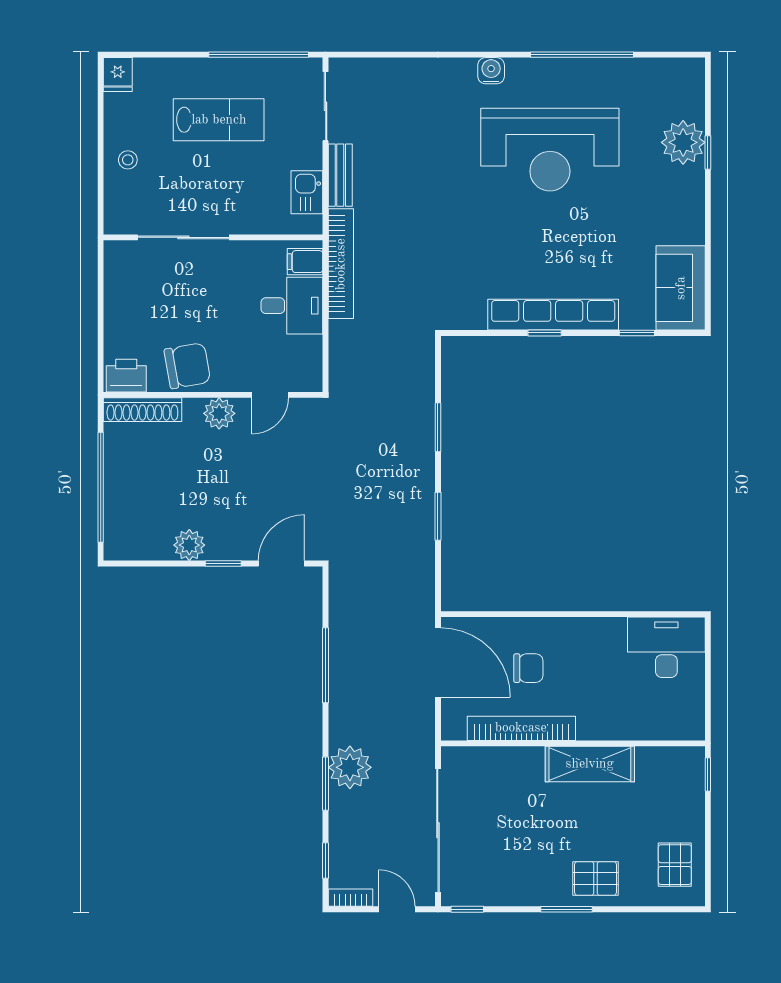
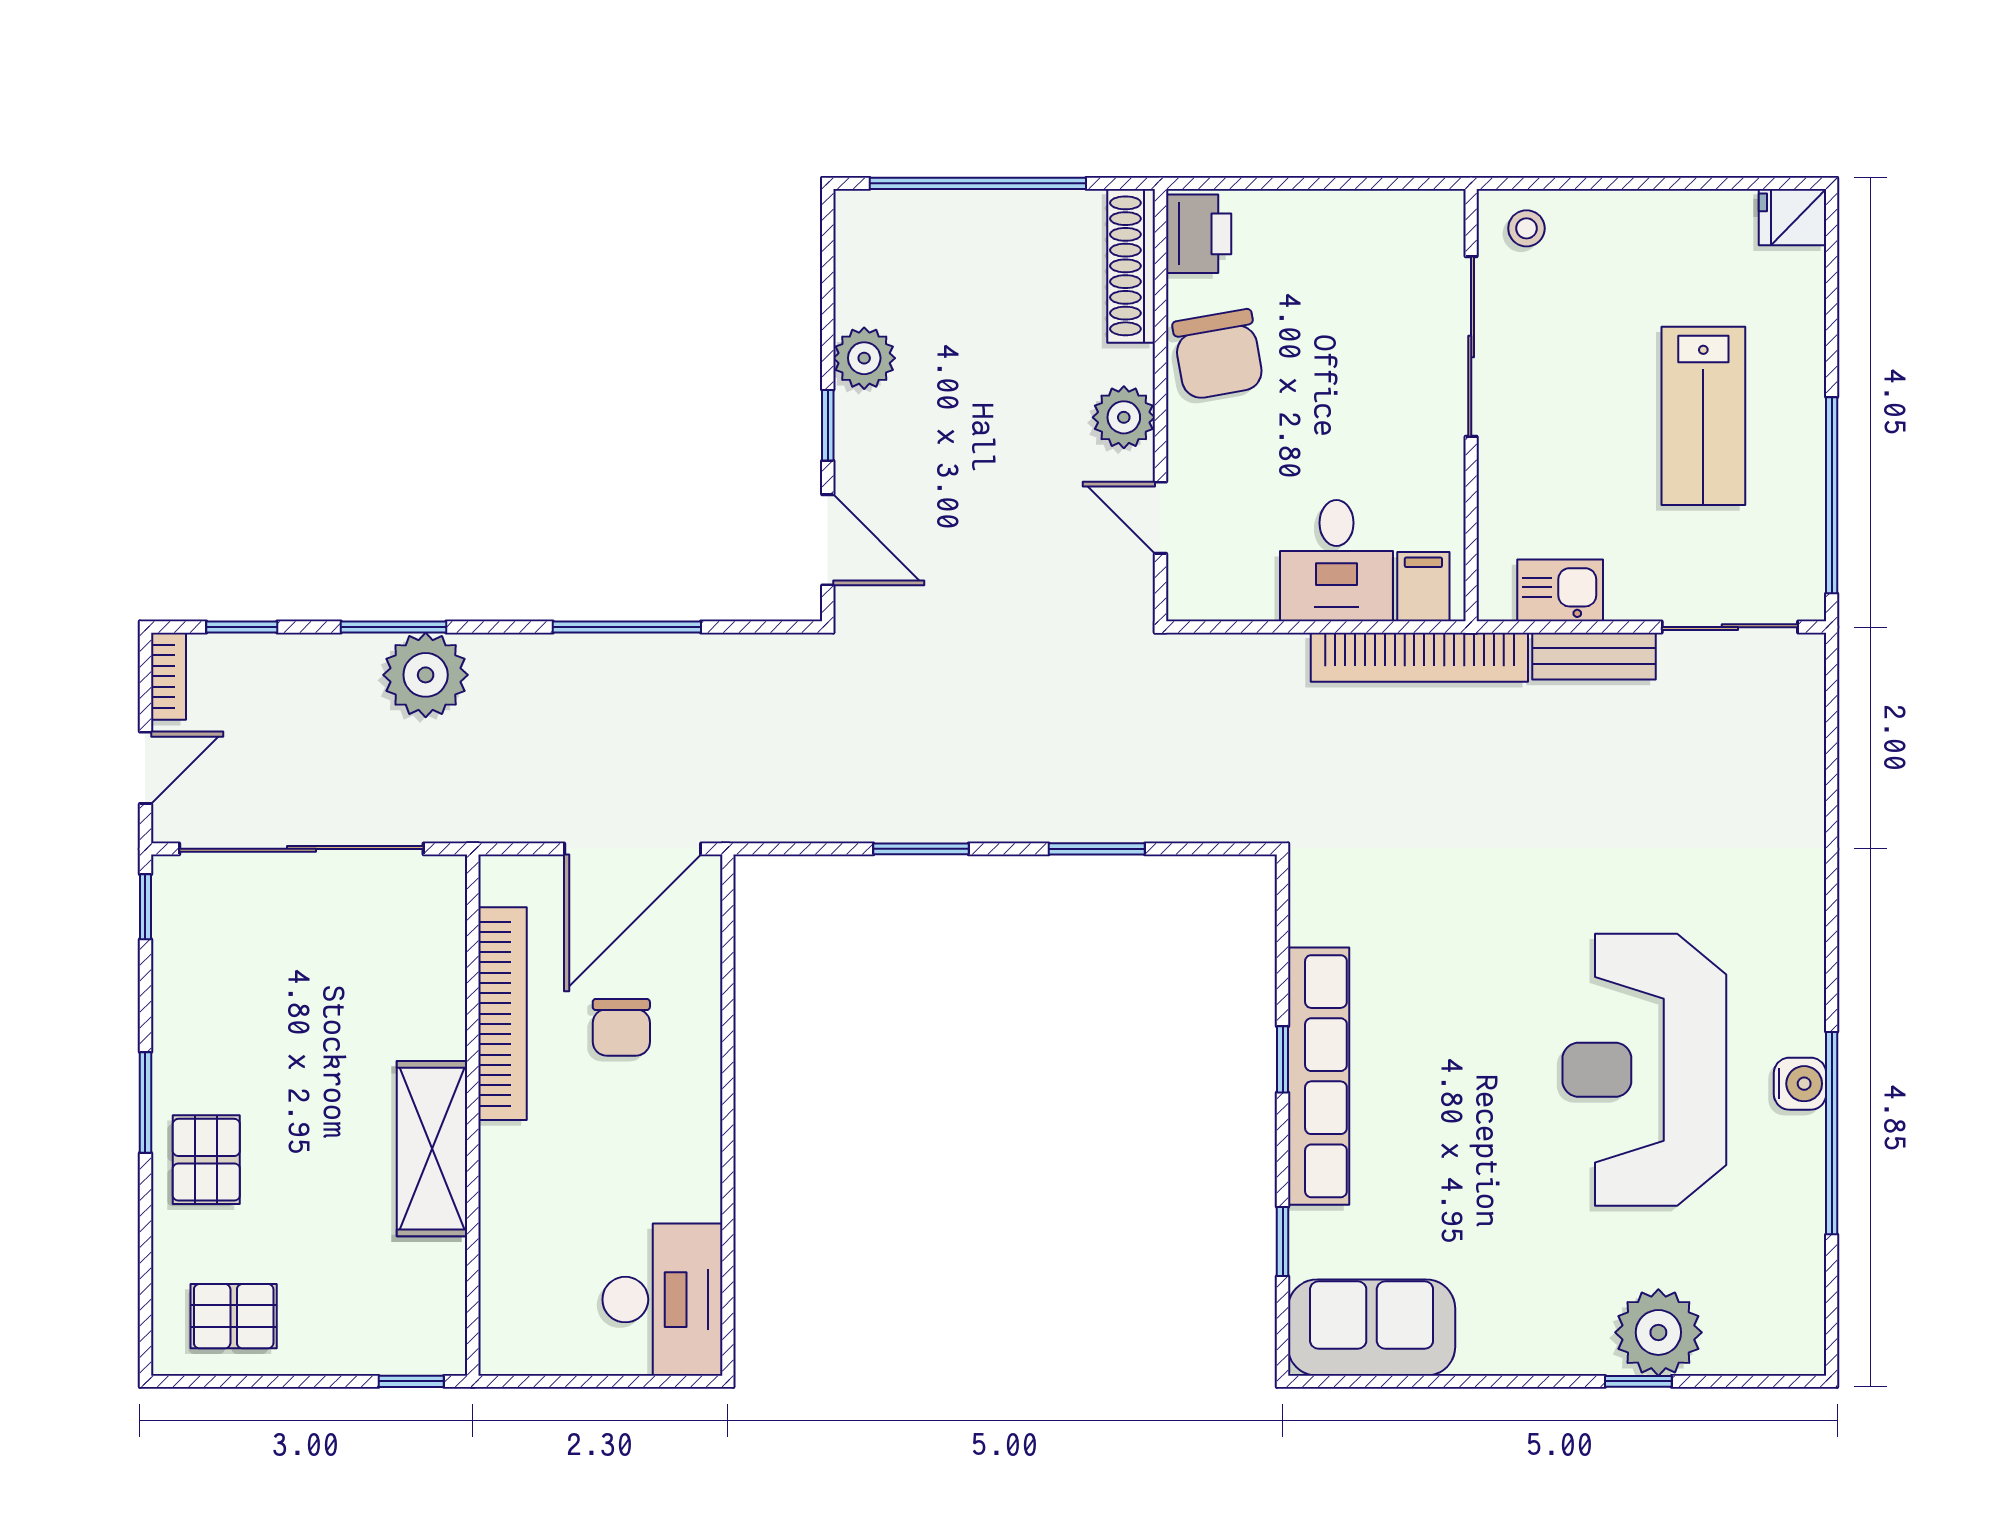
water cooler: (491, 71) -> (1800, 1084), moved
stool: (128, 160) -> (1526, 228), moved

